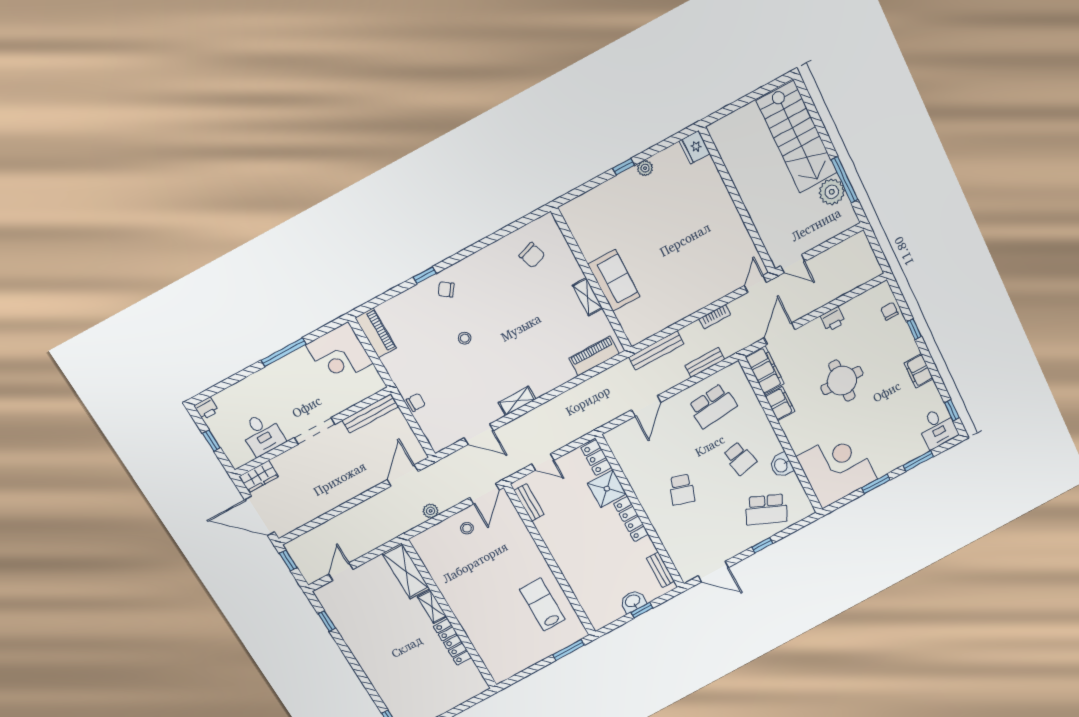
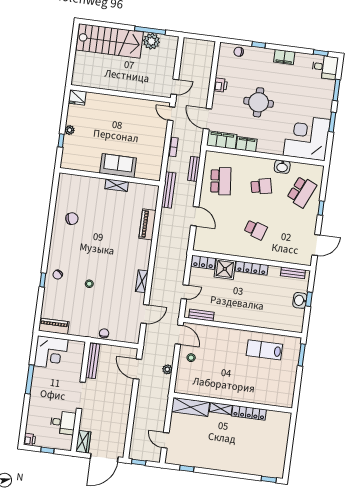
wall: (592, 280) -> (110, 177), moved
sofa: (614, 280) -> (118, 166), moved
shelving: (587, 297) -> (117, 185), moved

